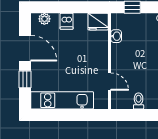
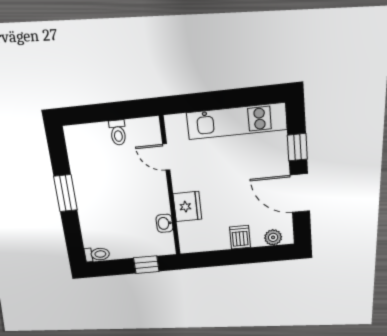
fridge: (98, 22) -> (187, 206), moved, turned 90

